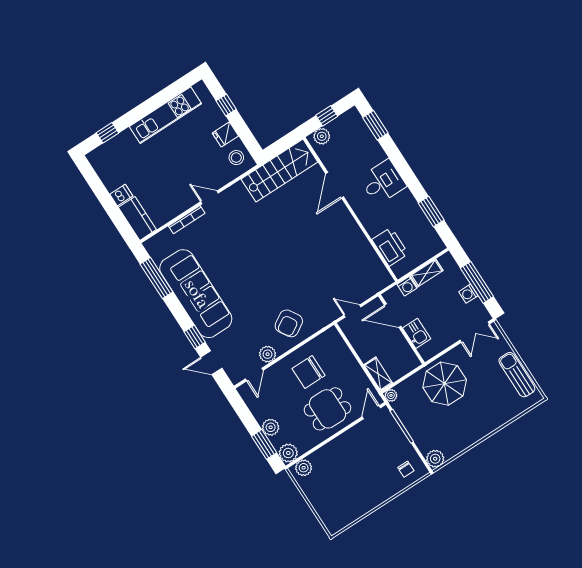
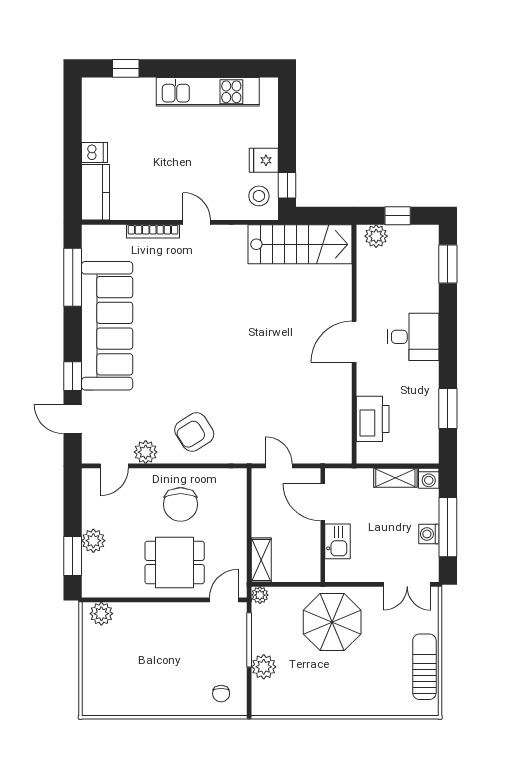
window: (226, 105) -> (287, 185), moved
door: (335, 185) -> (354, 342), moved
washing machine: (407, 286) -> (429, 478), moved
chair: (309, 372) -> (181, 504), turned -90
plant: (288, 453) -> (95, 585), removed
plant: (435, 459) -> (264, 667), moved

